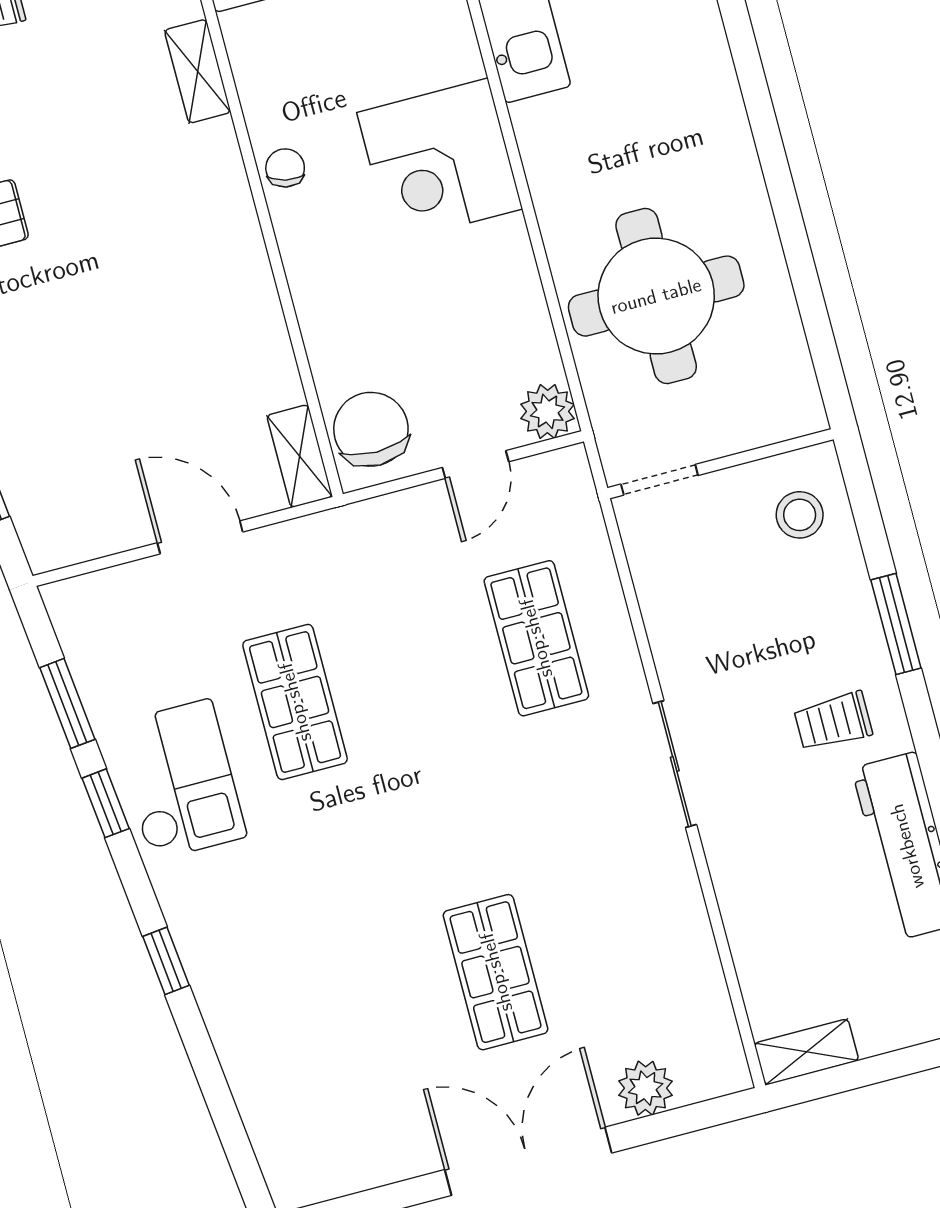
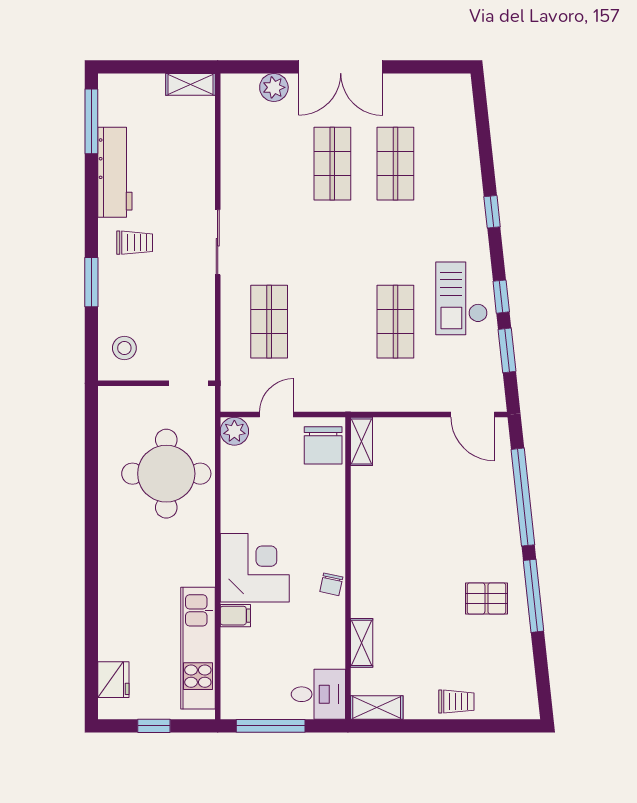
filing cabinet: (453, 60) -> (235, 616), added
door: (200, 537) -> (473, 415), moved
shop shelf: (375, 1004) -> (395, 164), added

